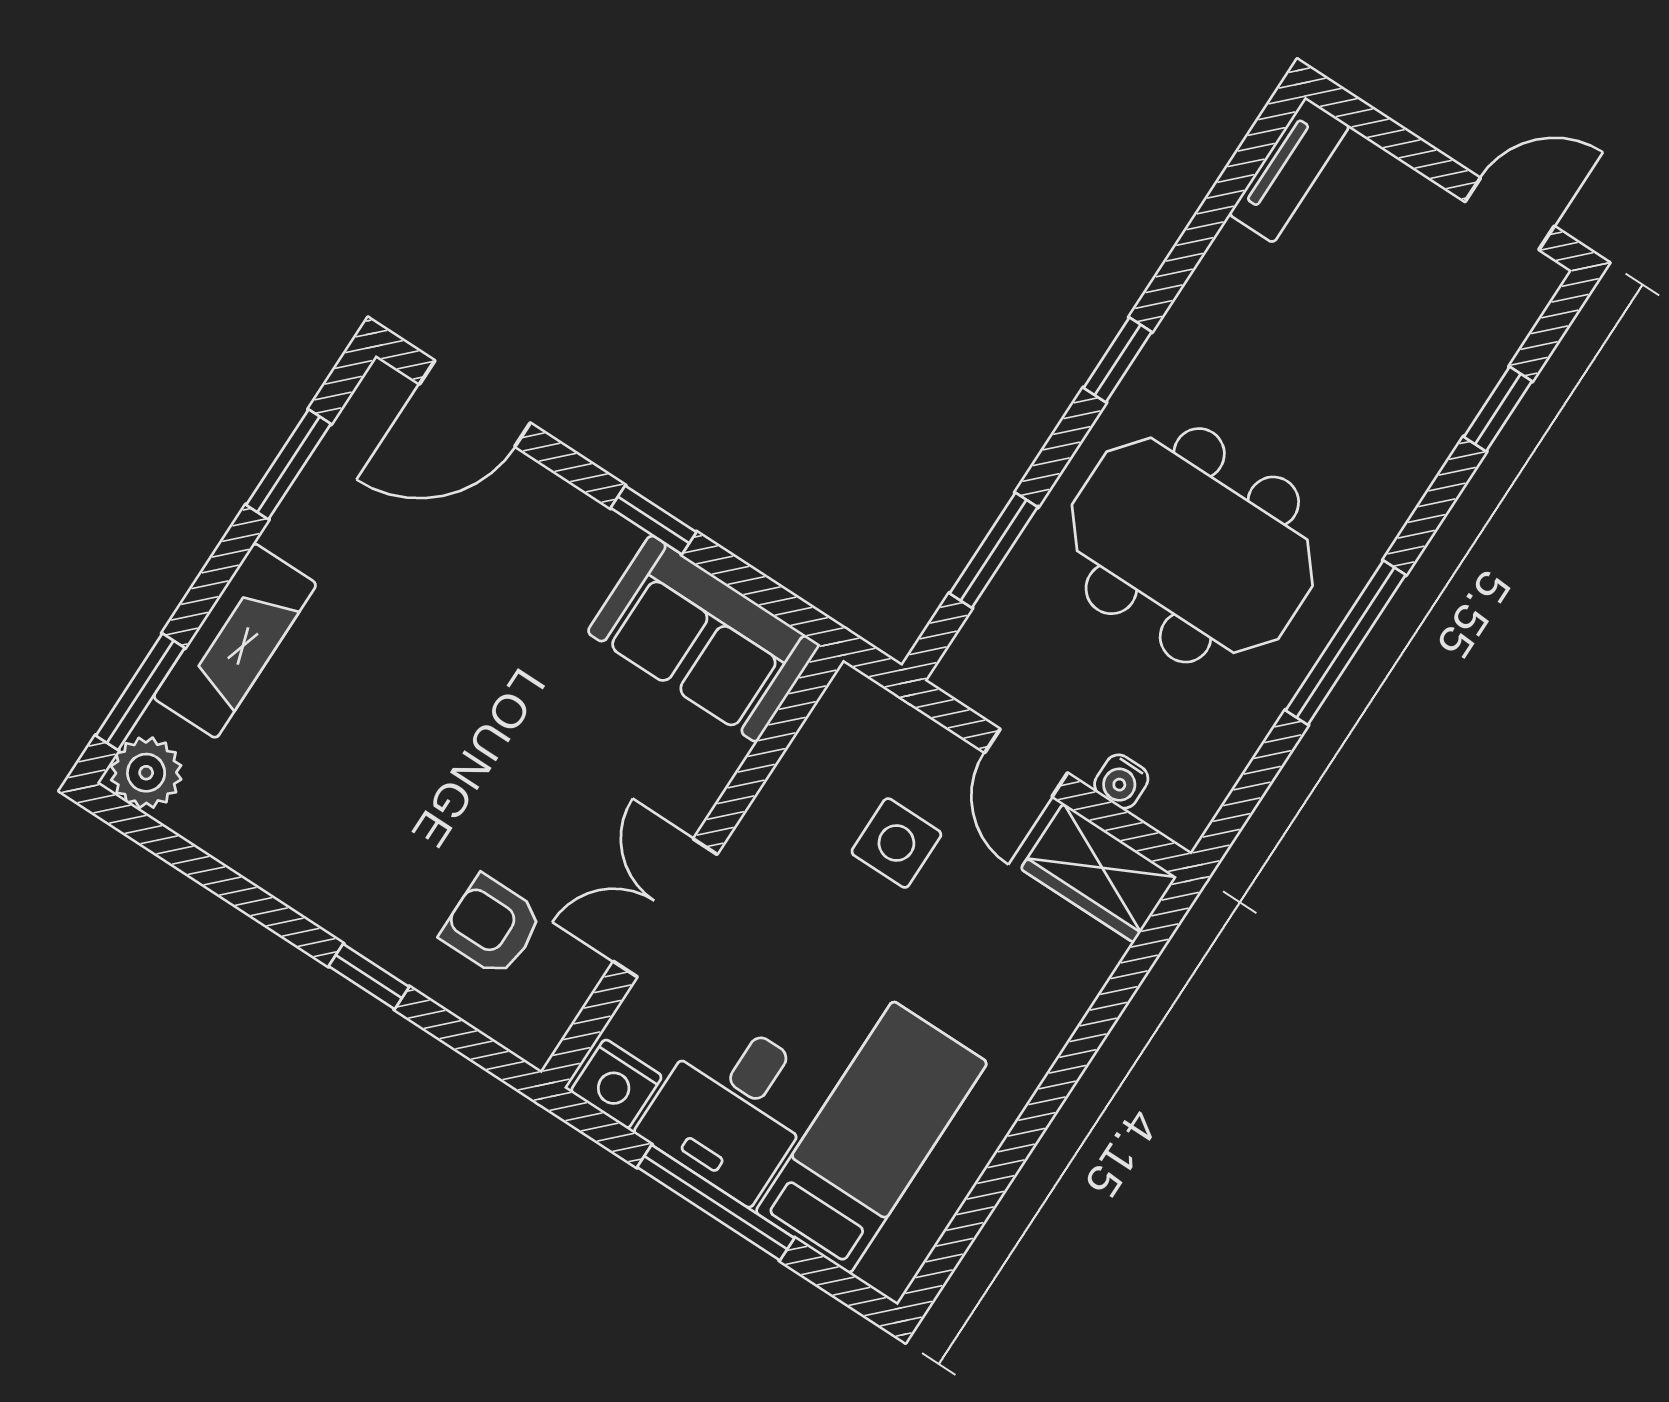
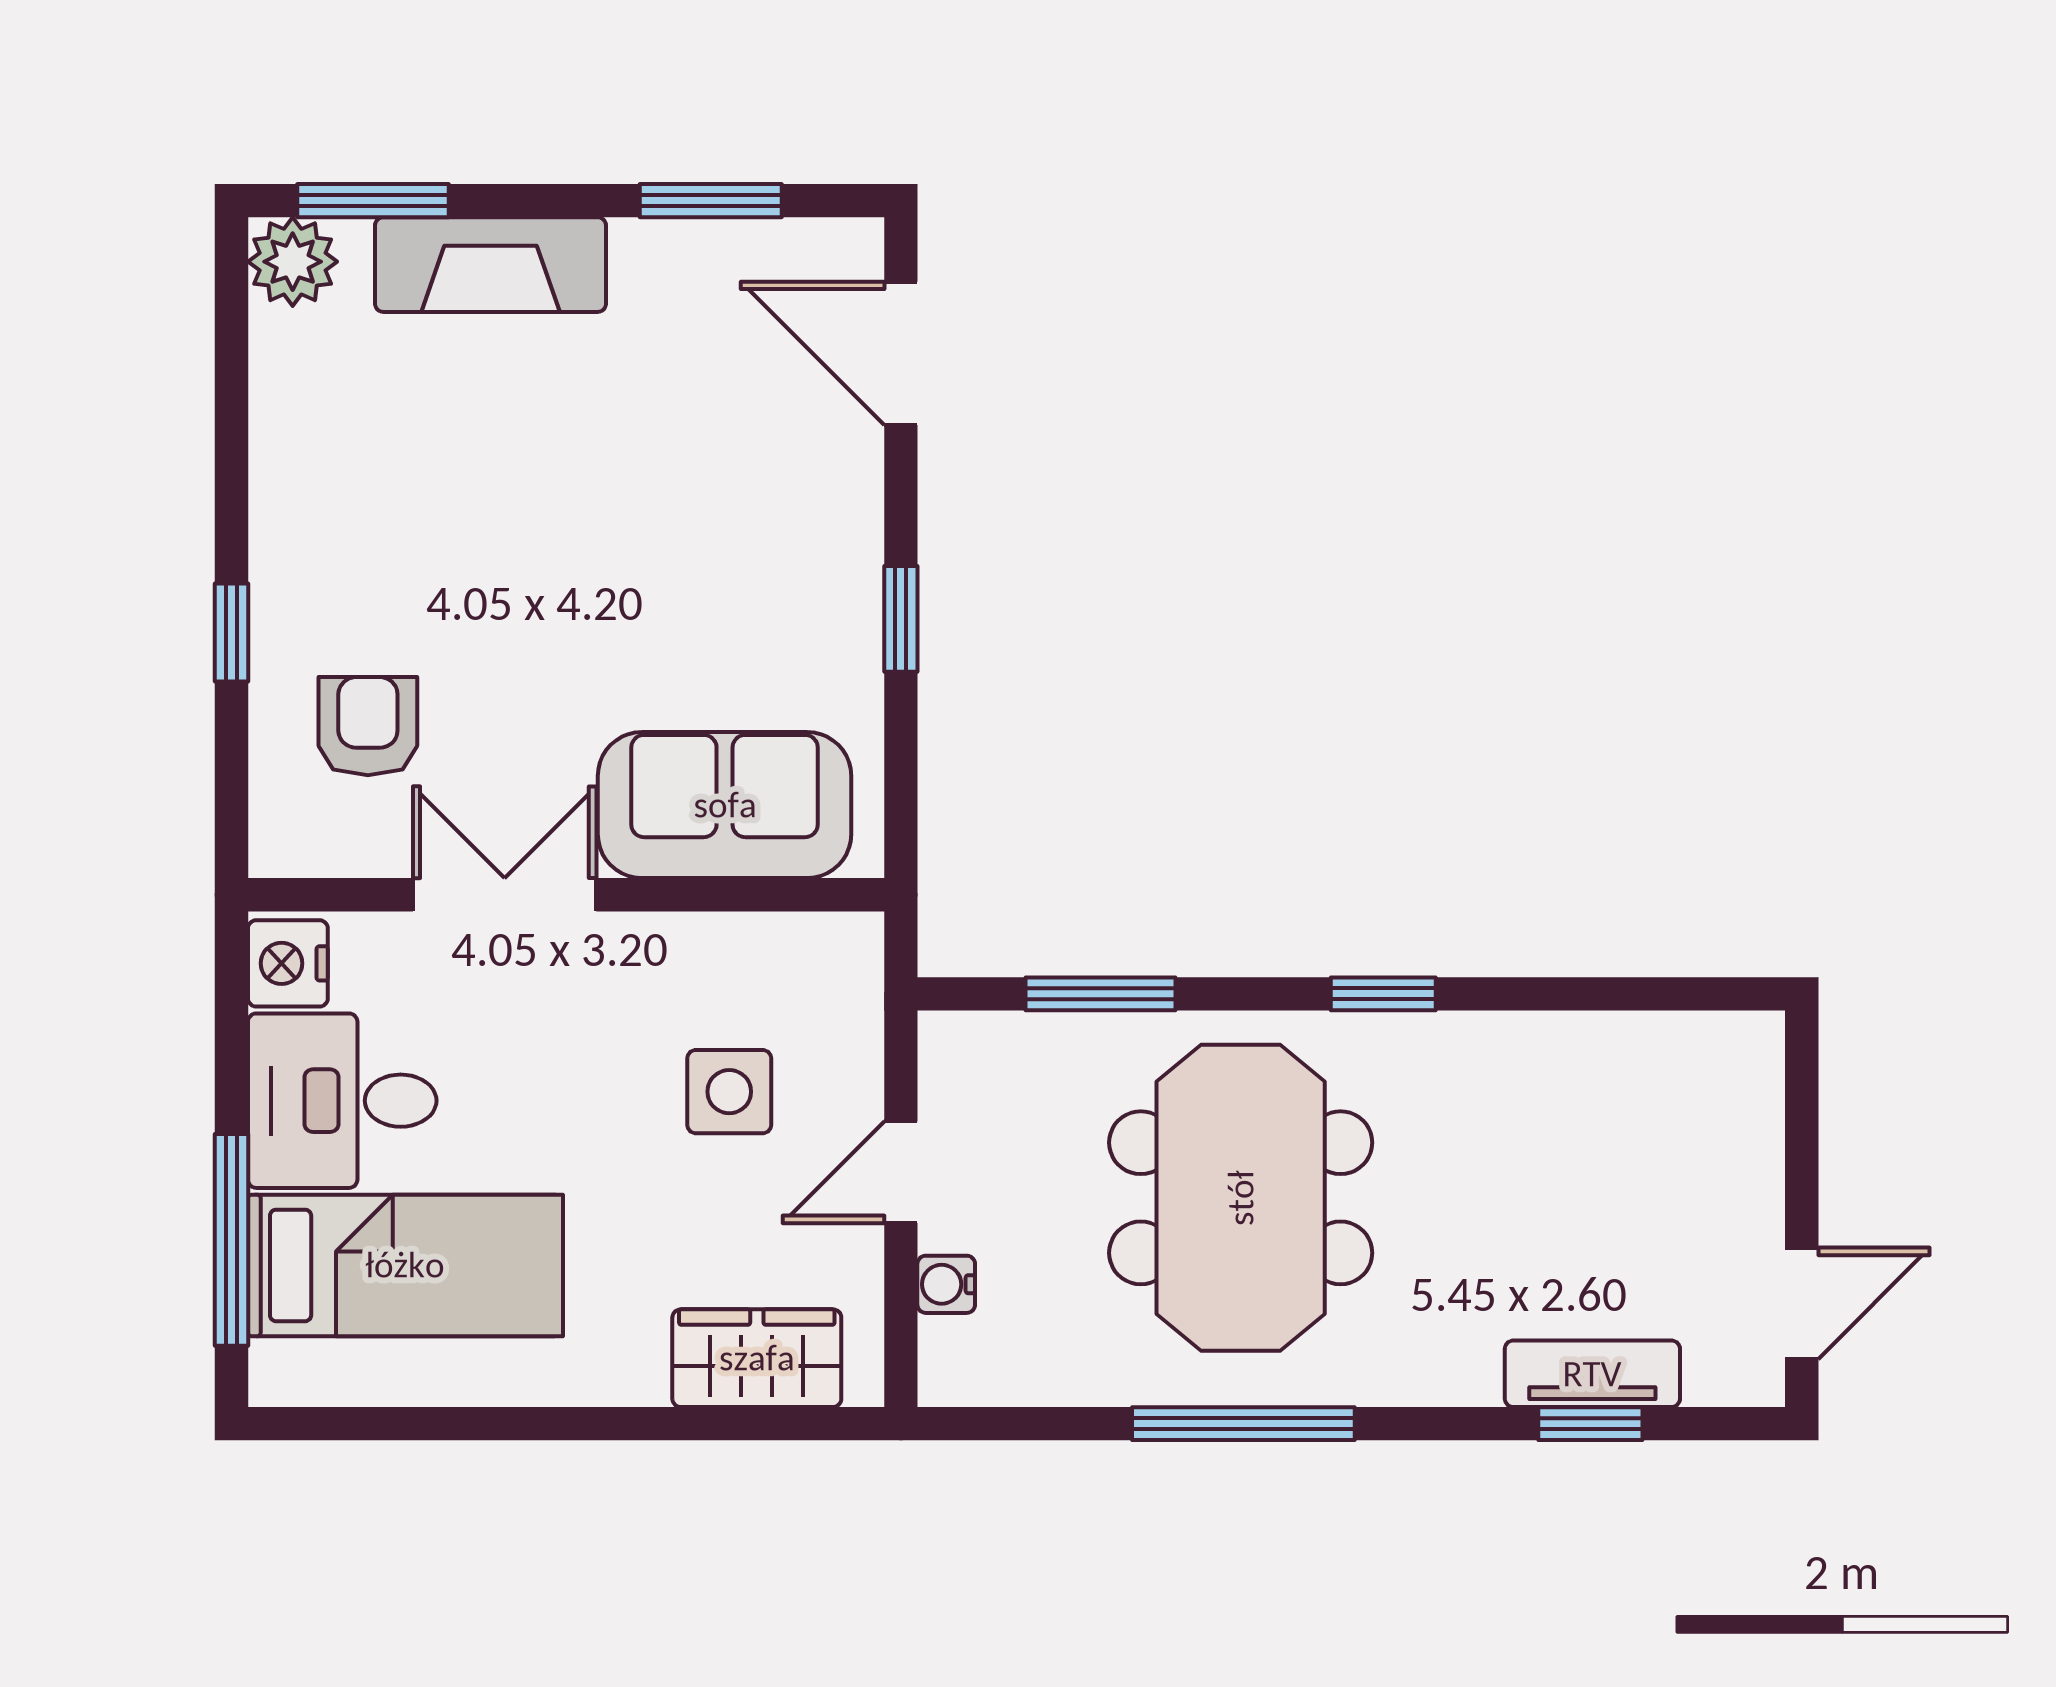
tv unit: (1289, 170) -> (1592, 1374), moved, turned 180
door: (1510, 214) -> (1802, 1303), hinge flipped
sofa: (704, 639) -> (725, 805), moved, turned 90
wardrobe: (1099, 873) -> (757, 1358), moved, turned 90
window: (716, 1203) -> (232, 1240), moved

